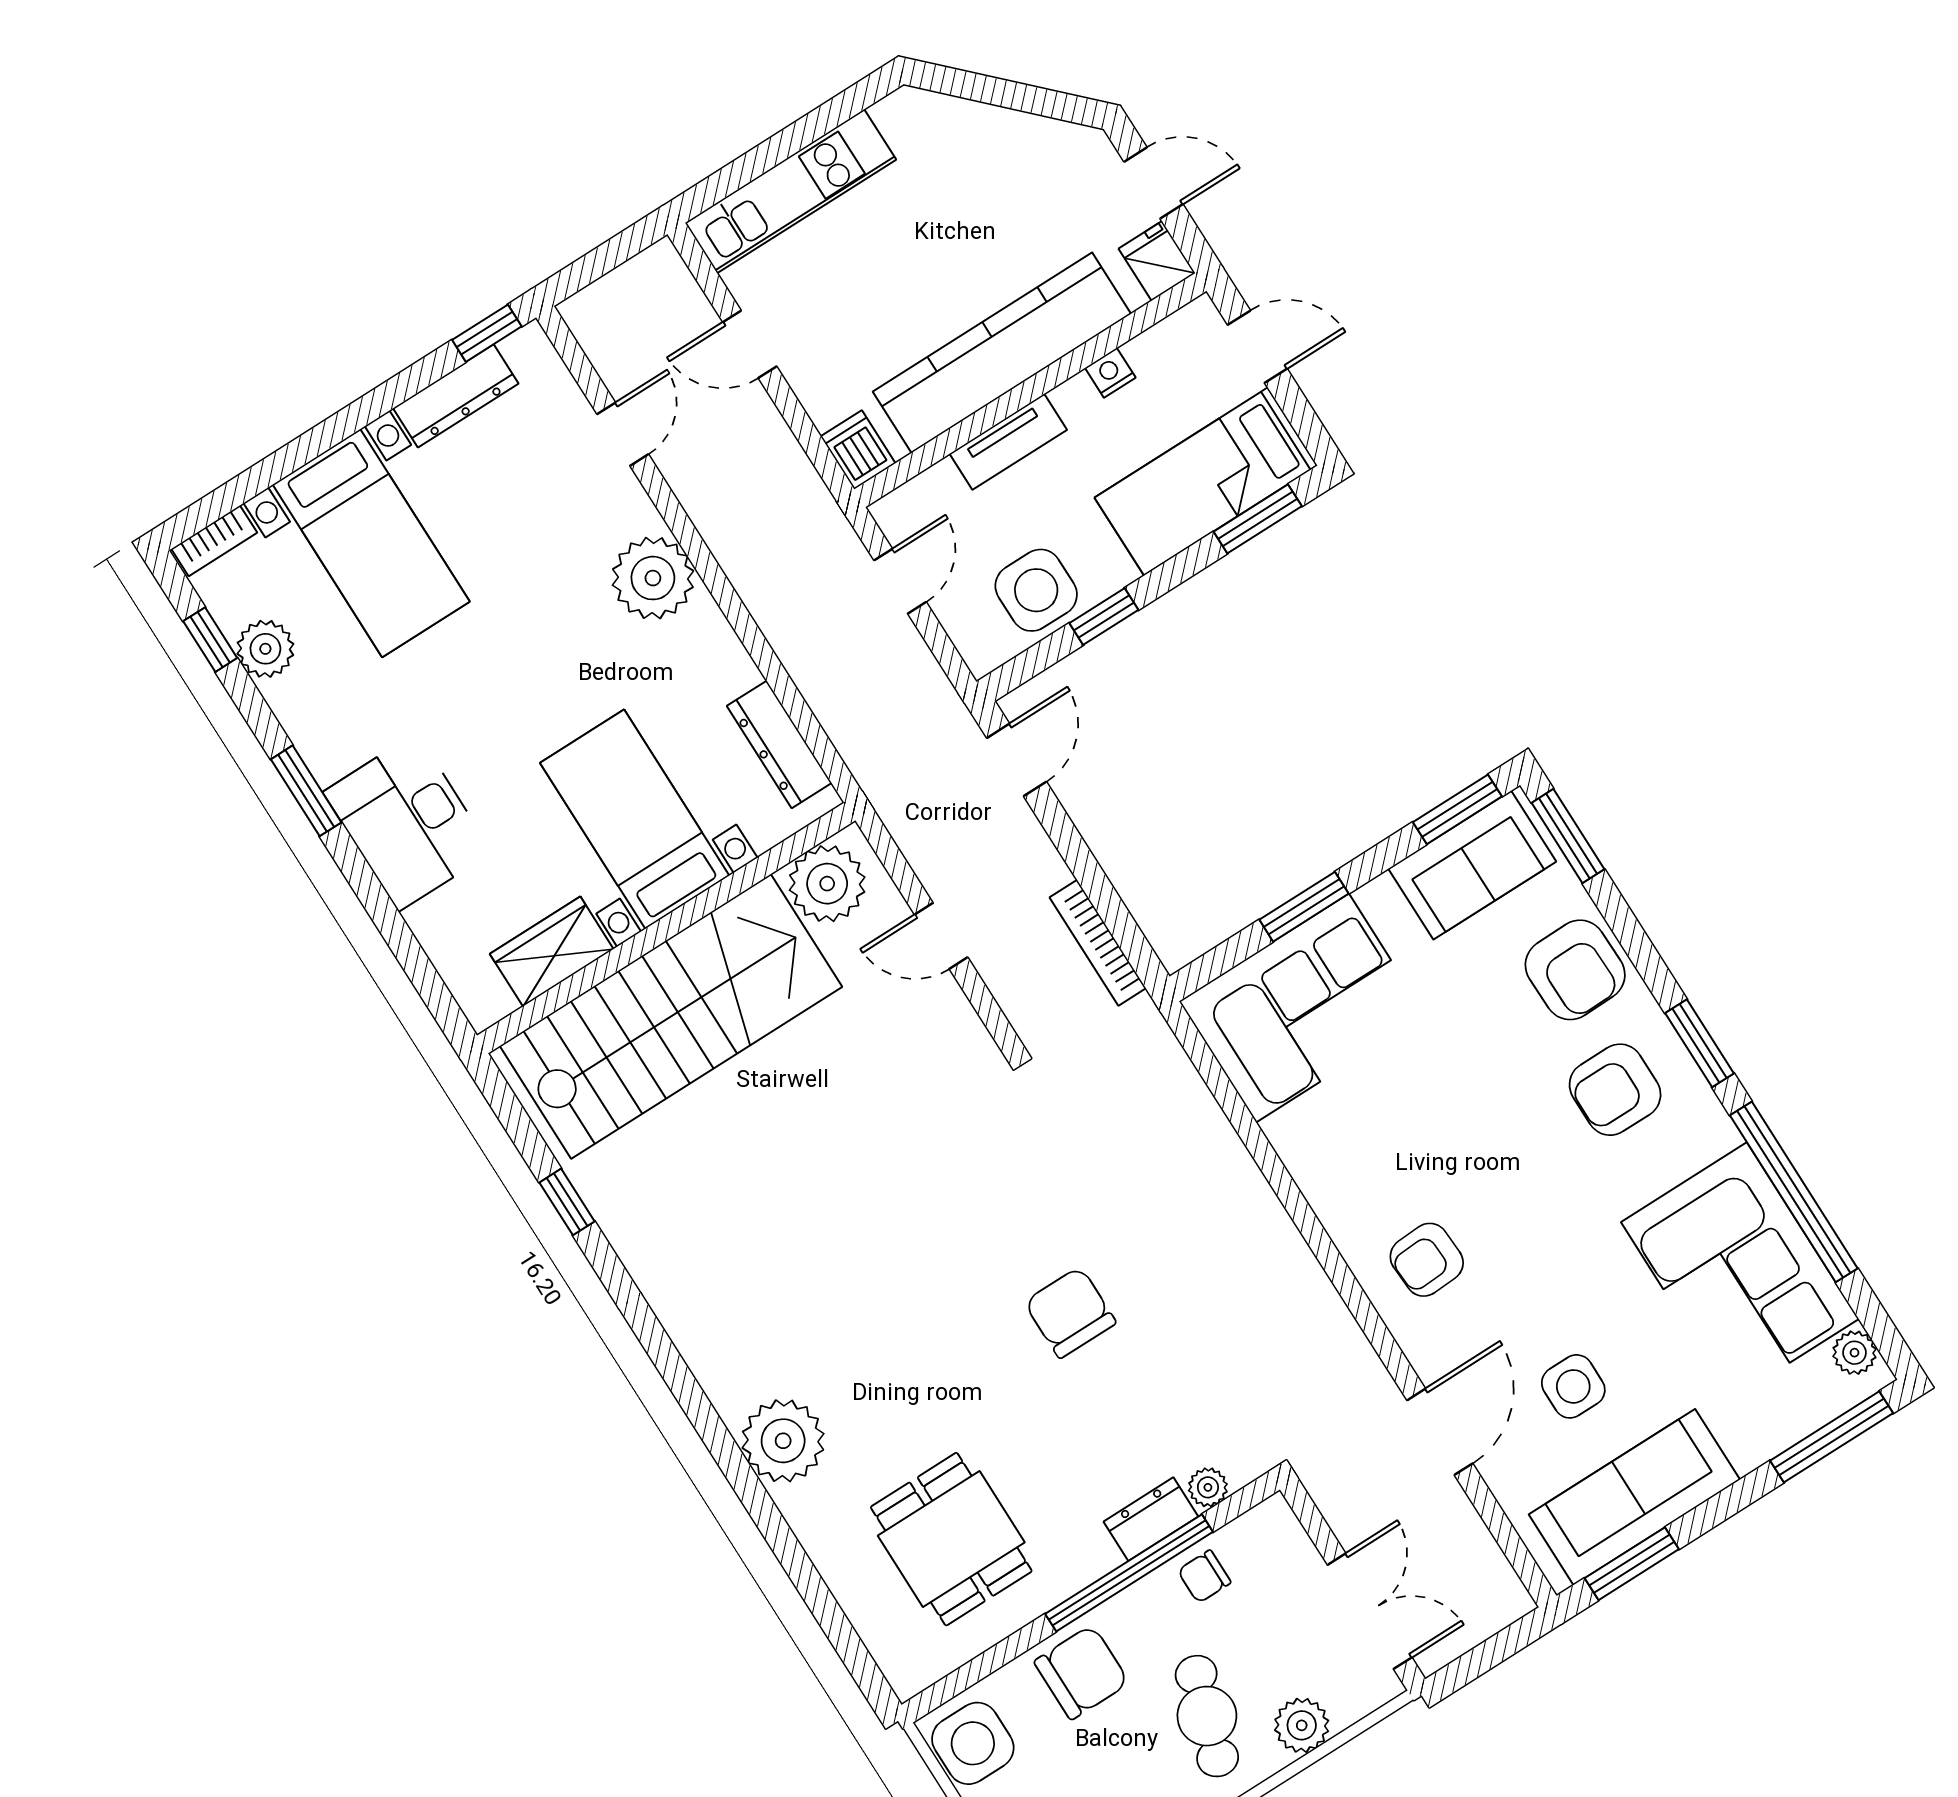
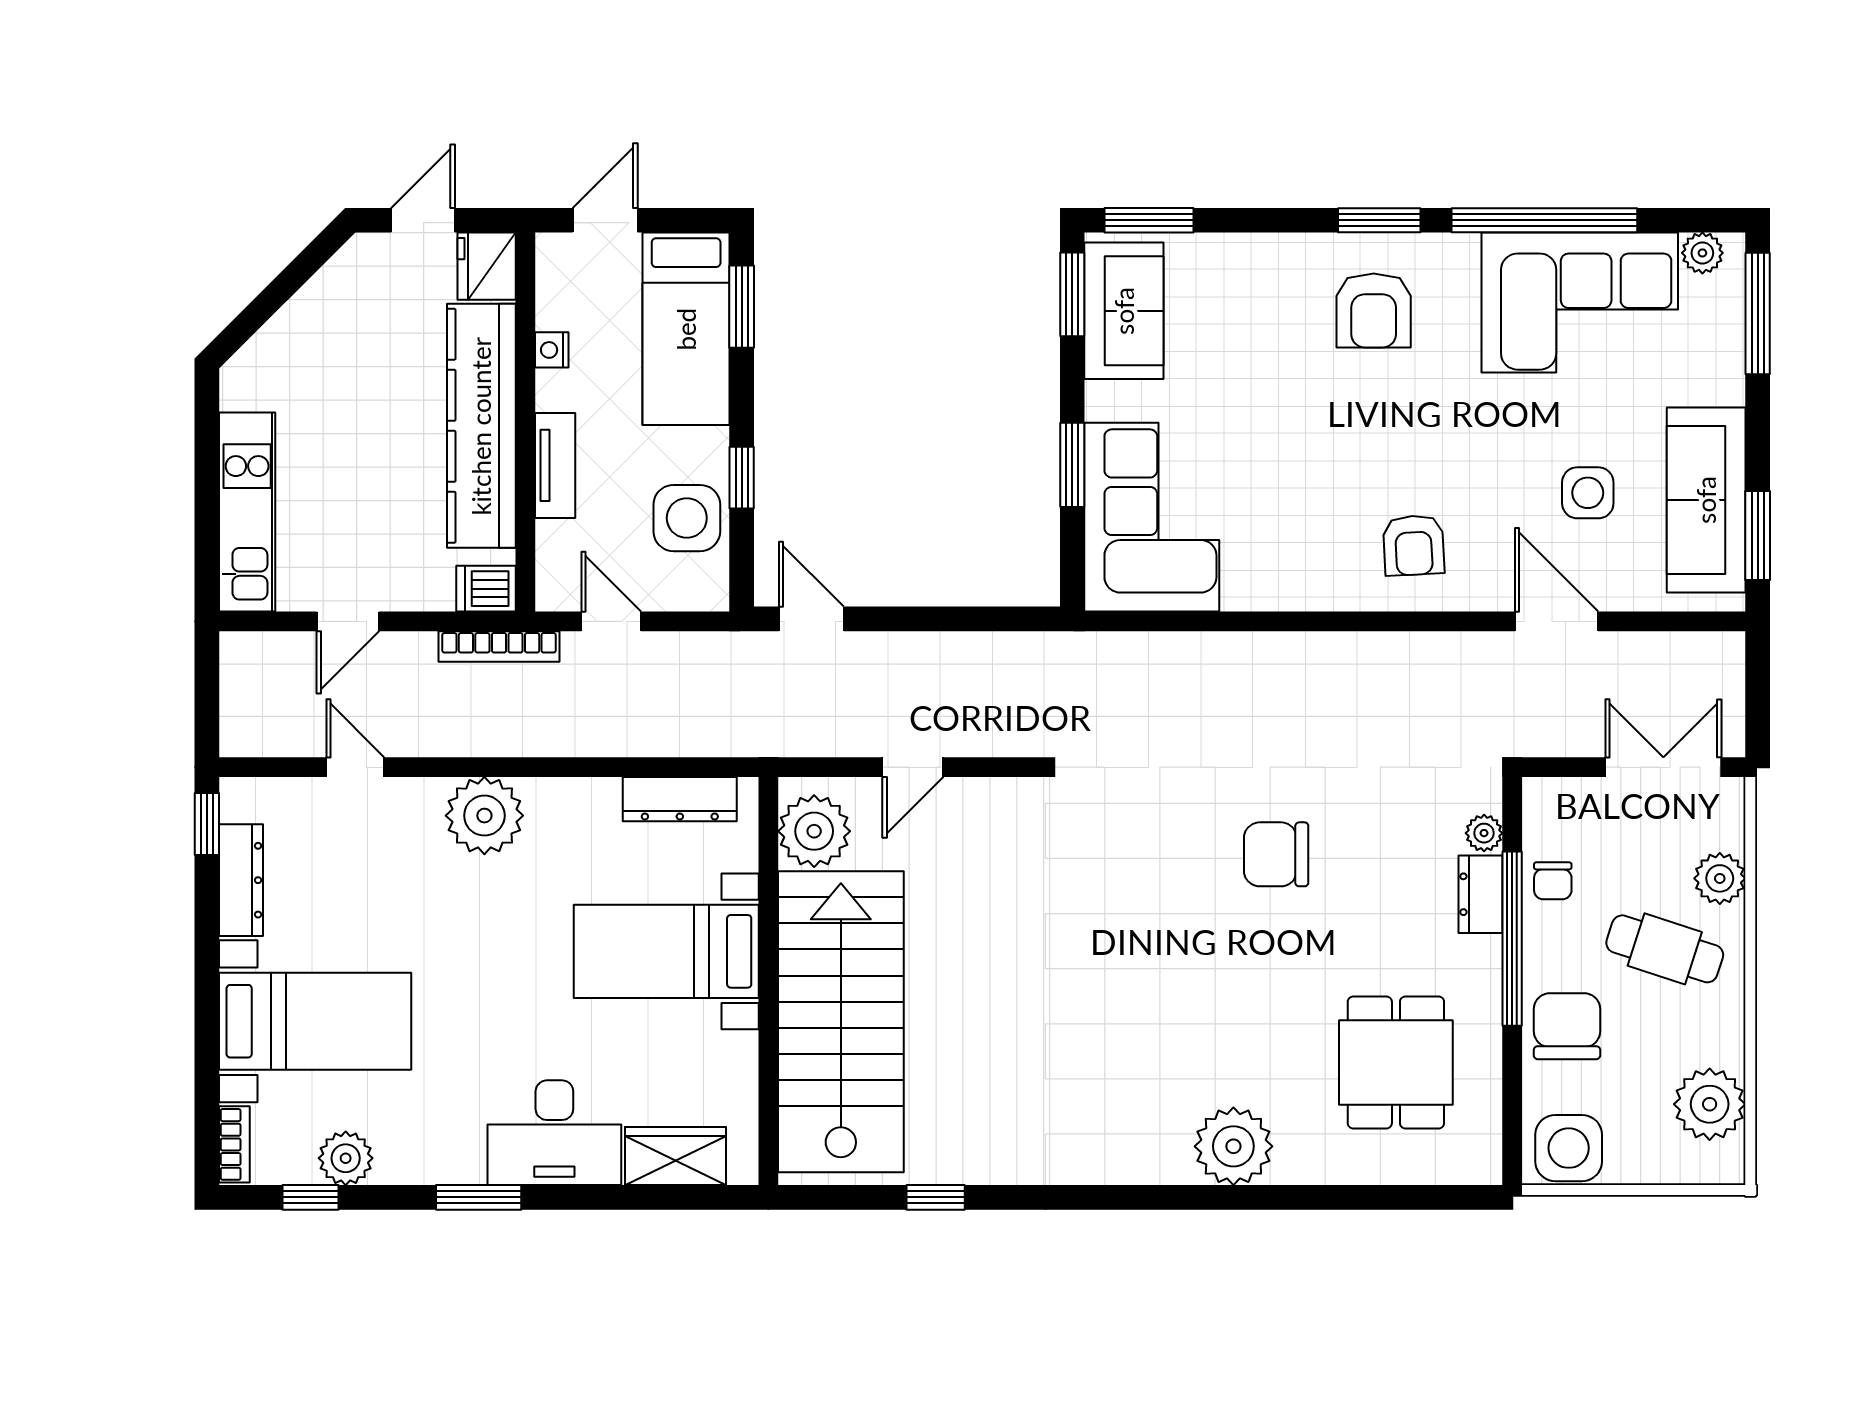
fridge: (1157, 261) -> (487, 266), width x1.38
bookcase: (1098, 943) -> (499, 646), moved
wardrobe: (552, 952) -> (675, 1156), moved, turned 90
armchair: (1575, 970) -> (1259, 282), removed
dining table: (951, 1539) -> (1396, 1062), turned 90

